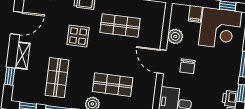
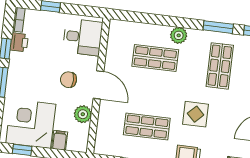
chair: (187, 66) -> (69, 80), turned -90

